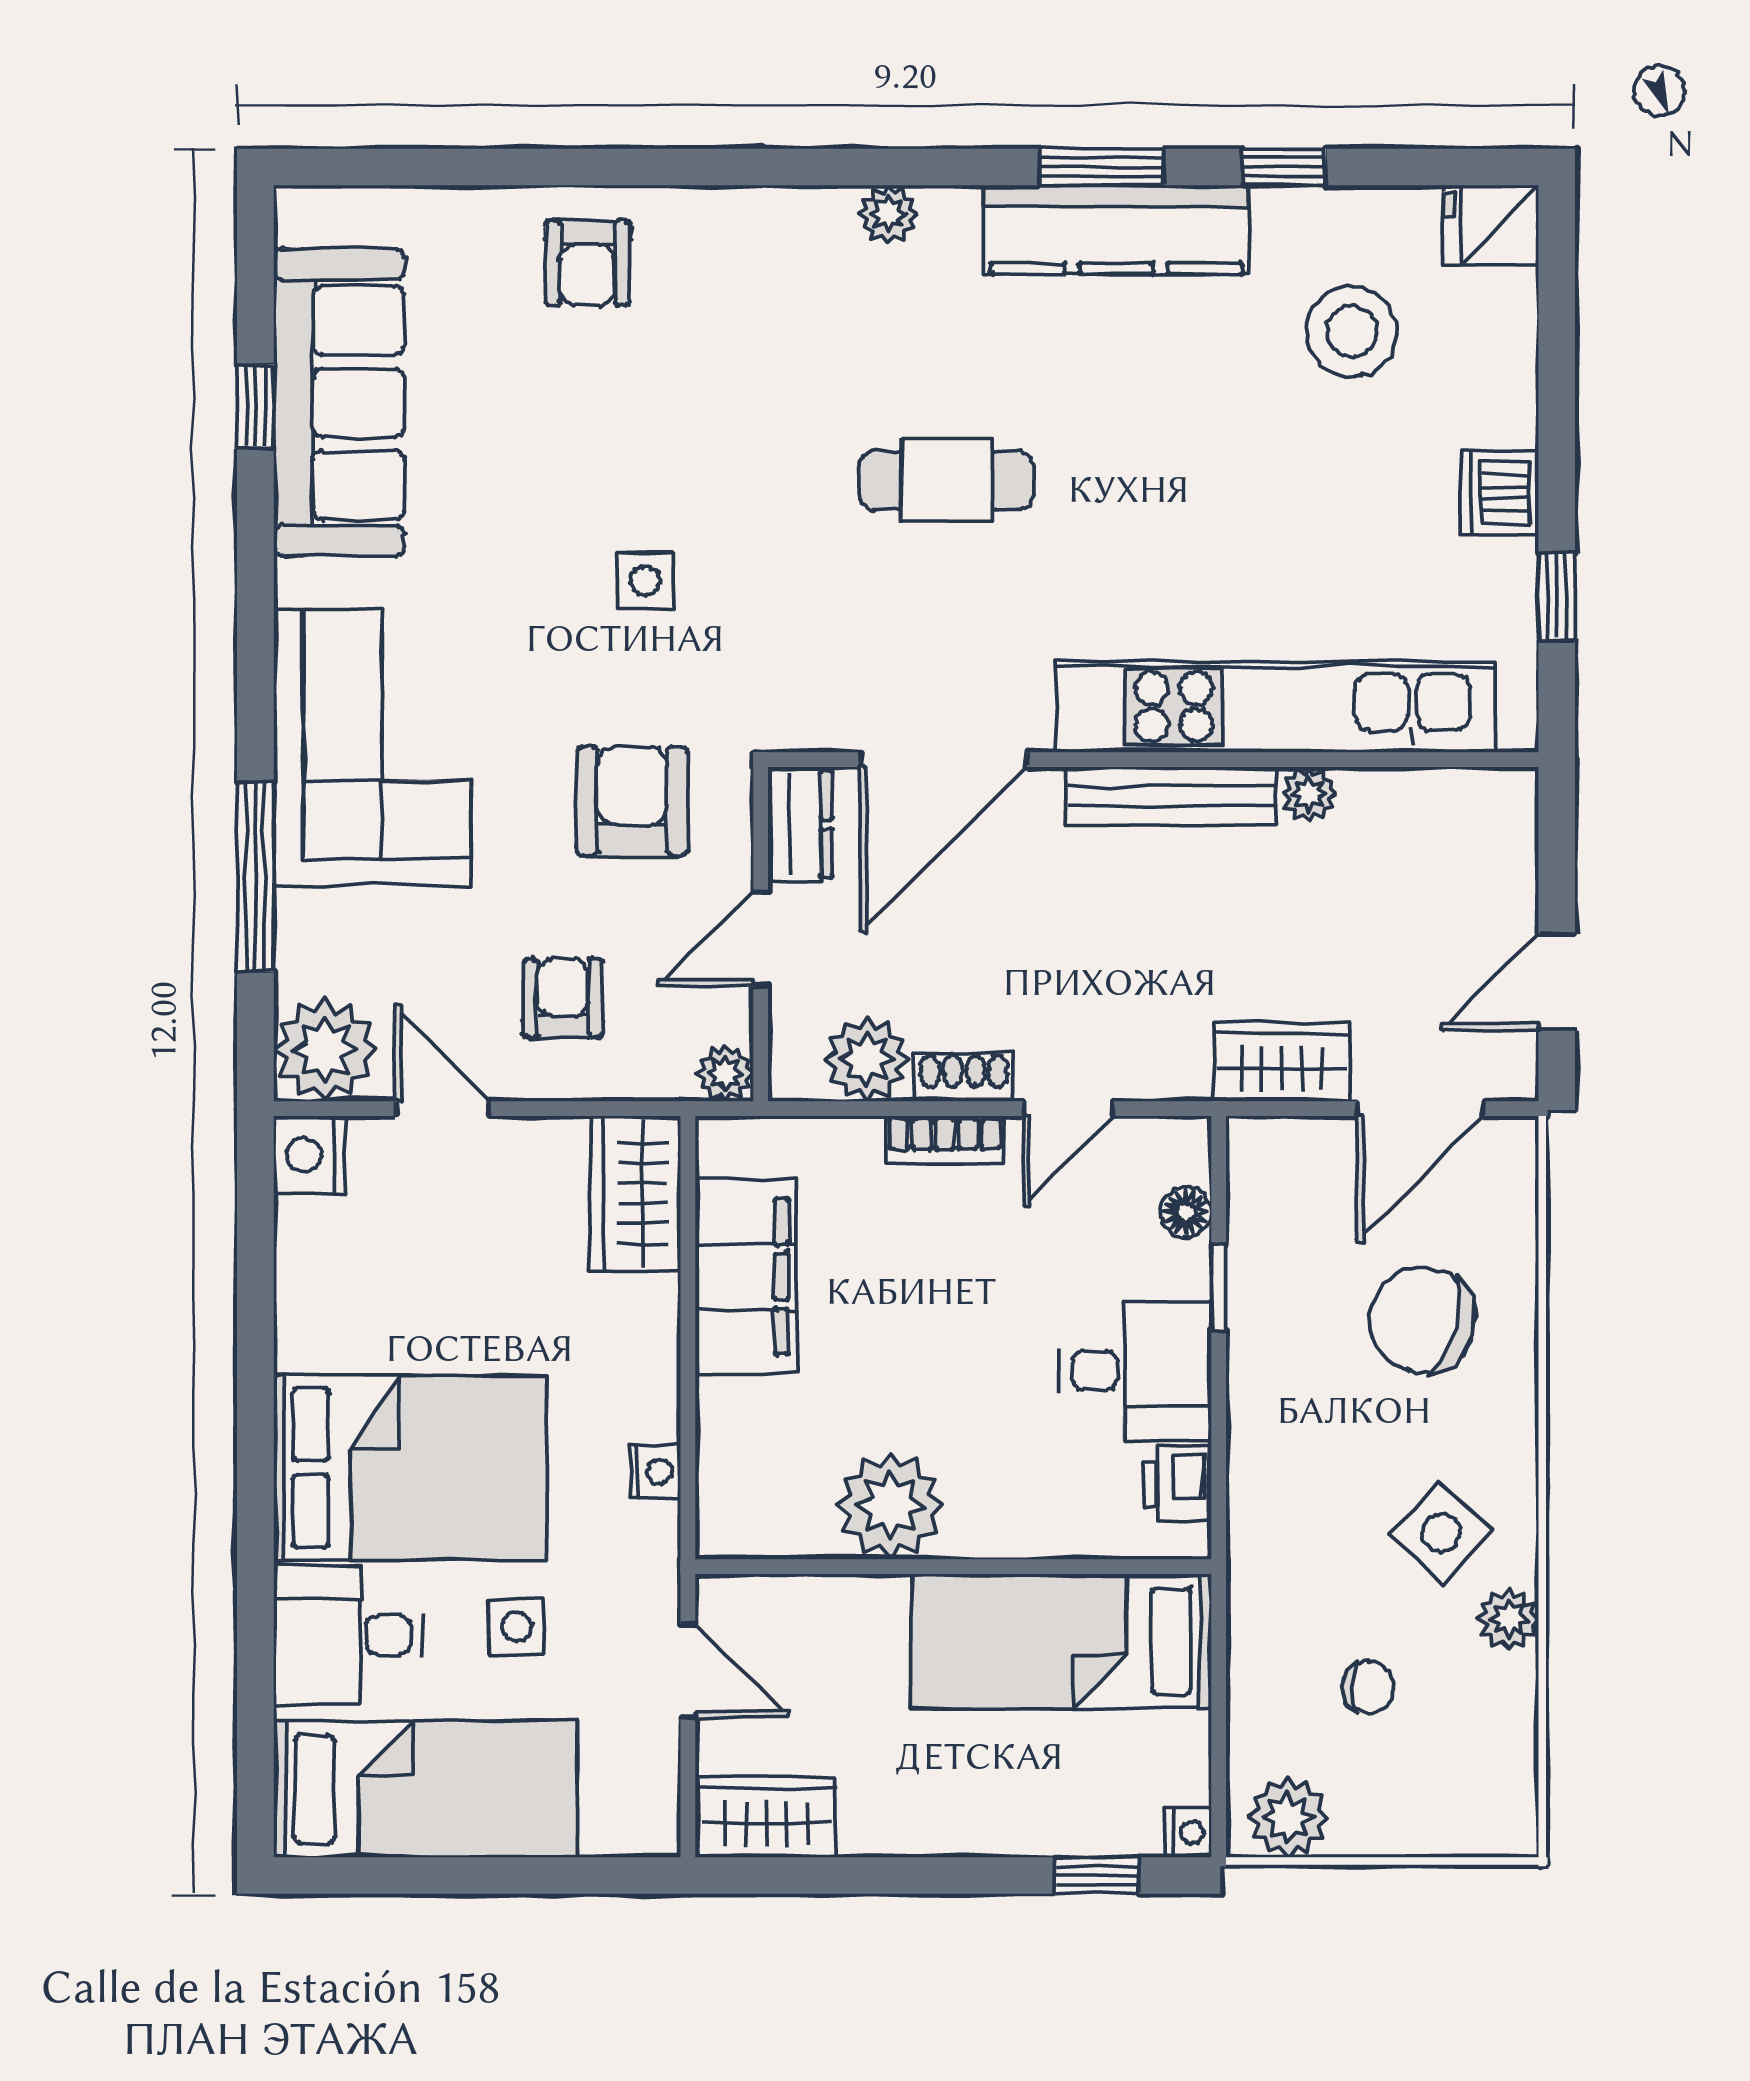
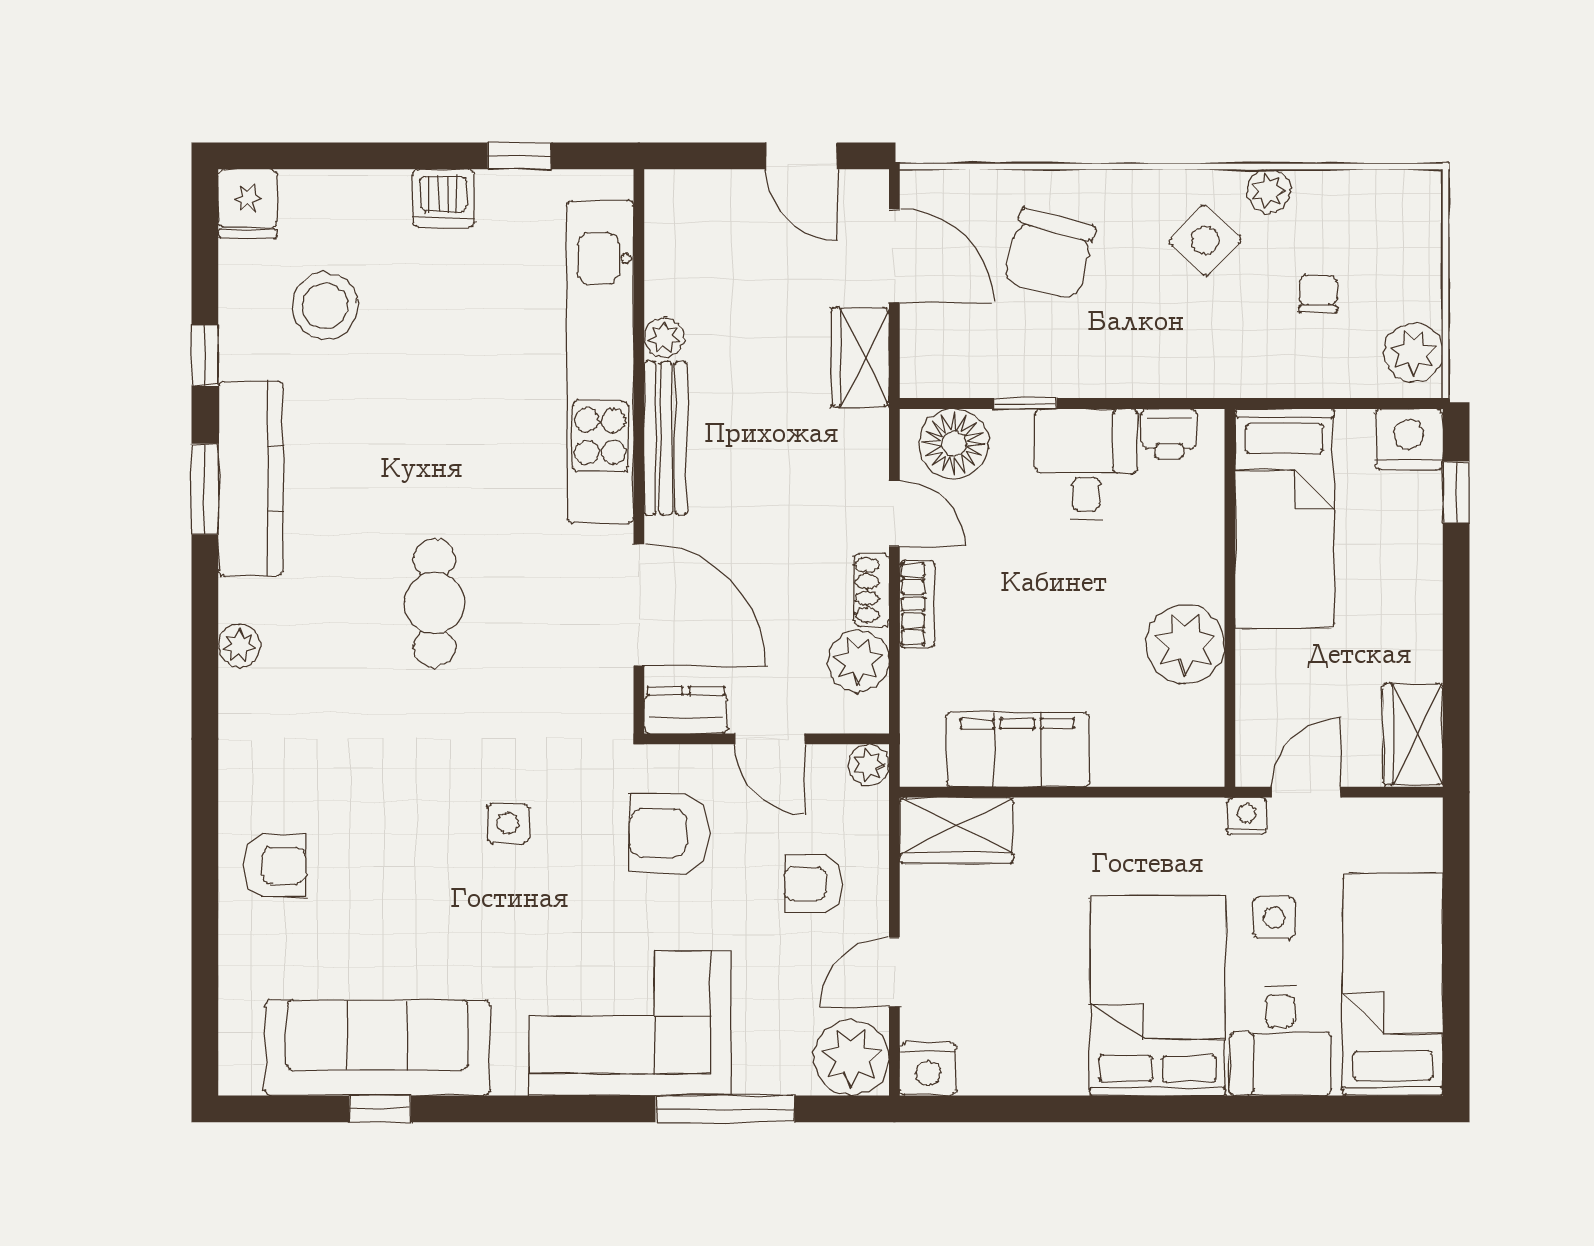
floor lamp: (1186, 1212) -> (954, 444), width x1.89, depth x1.89
nightstand: (655, 1471) -> (1246, 816), moved
nightstand: (1188, 1833) -> (1409, 439), width x1.89, depth x1.79

